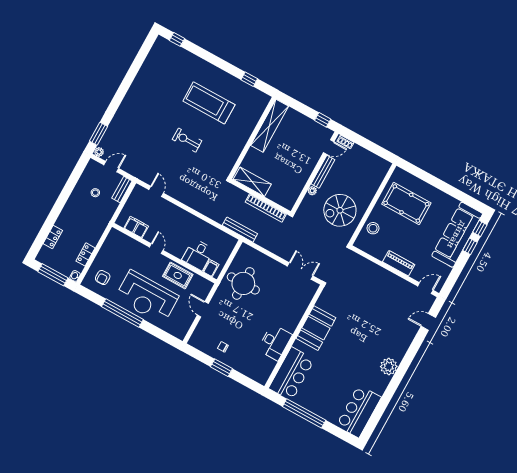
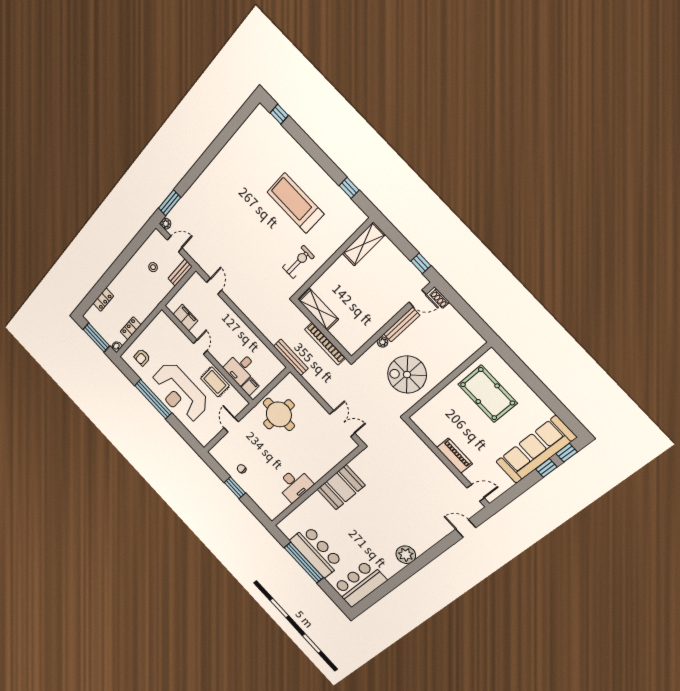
shelving: (270, 126) -> (364, 244), width x0.68
exercise bike: (187, 140) -> (298, 262), moved, turned 90
stool: (373, 228) -> (438, 407), removed
bar counter: (291, 374) -> (316, 551), moved, turned -90

